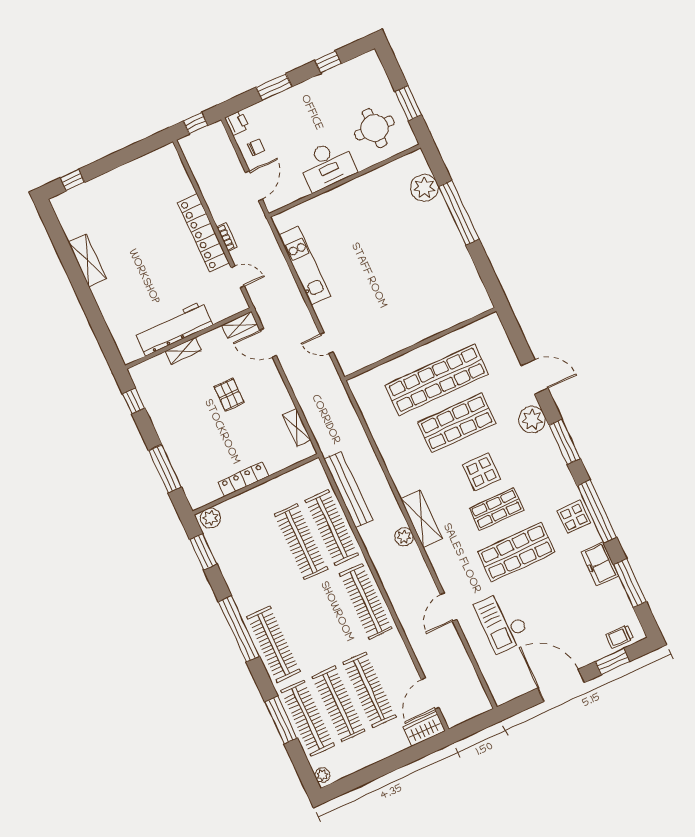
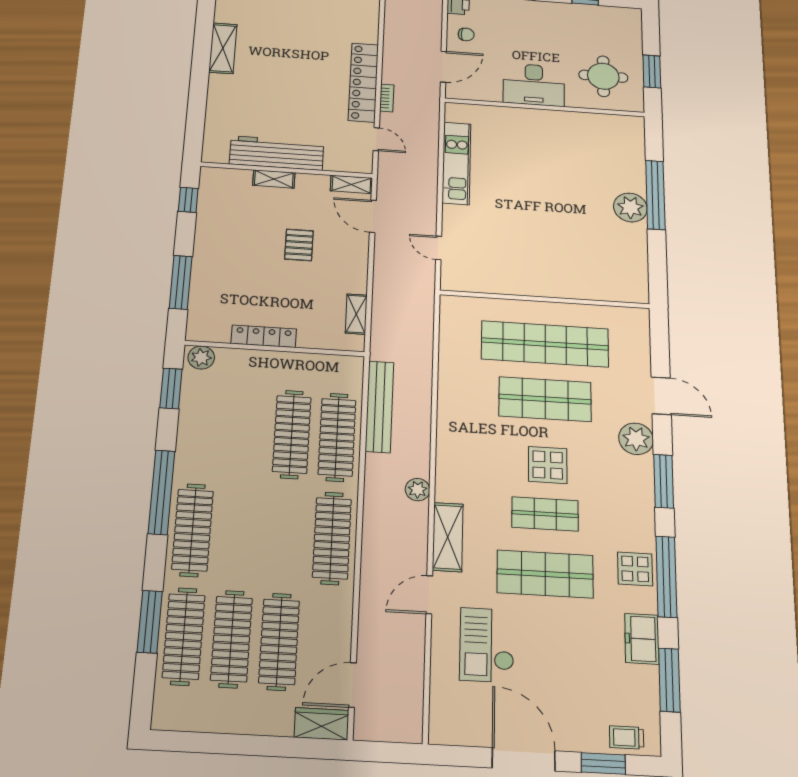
plant: (424, 188) -> (630, 207), moved
shelving: (422, 519) -> (448, 537), moved
plant: (322, 775) -> (162, 714), removed

